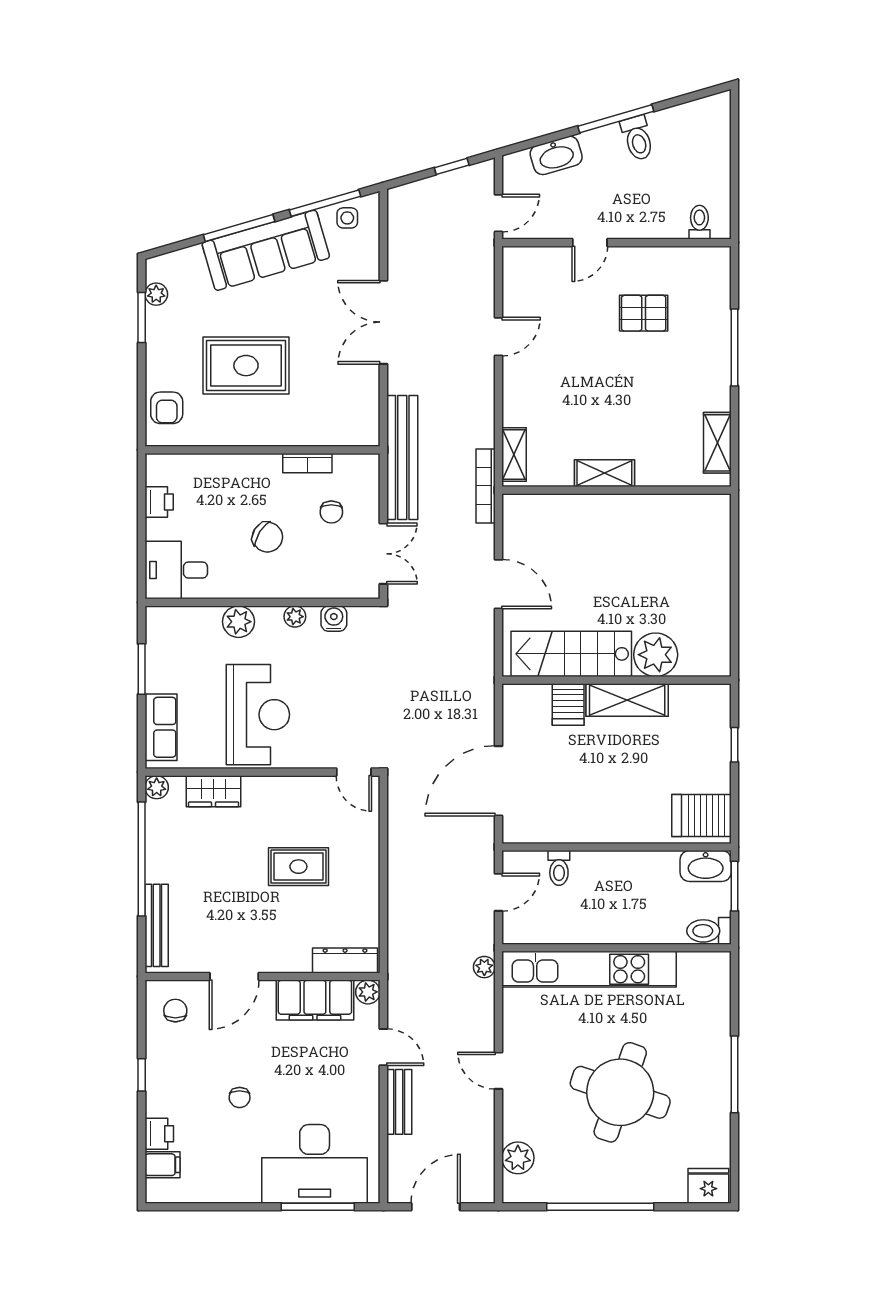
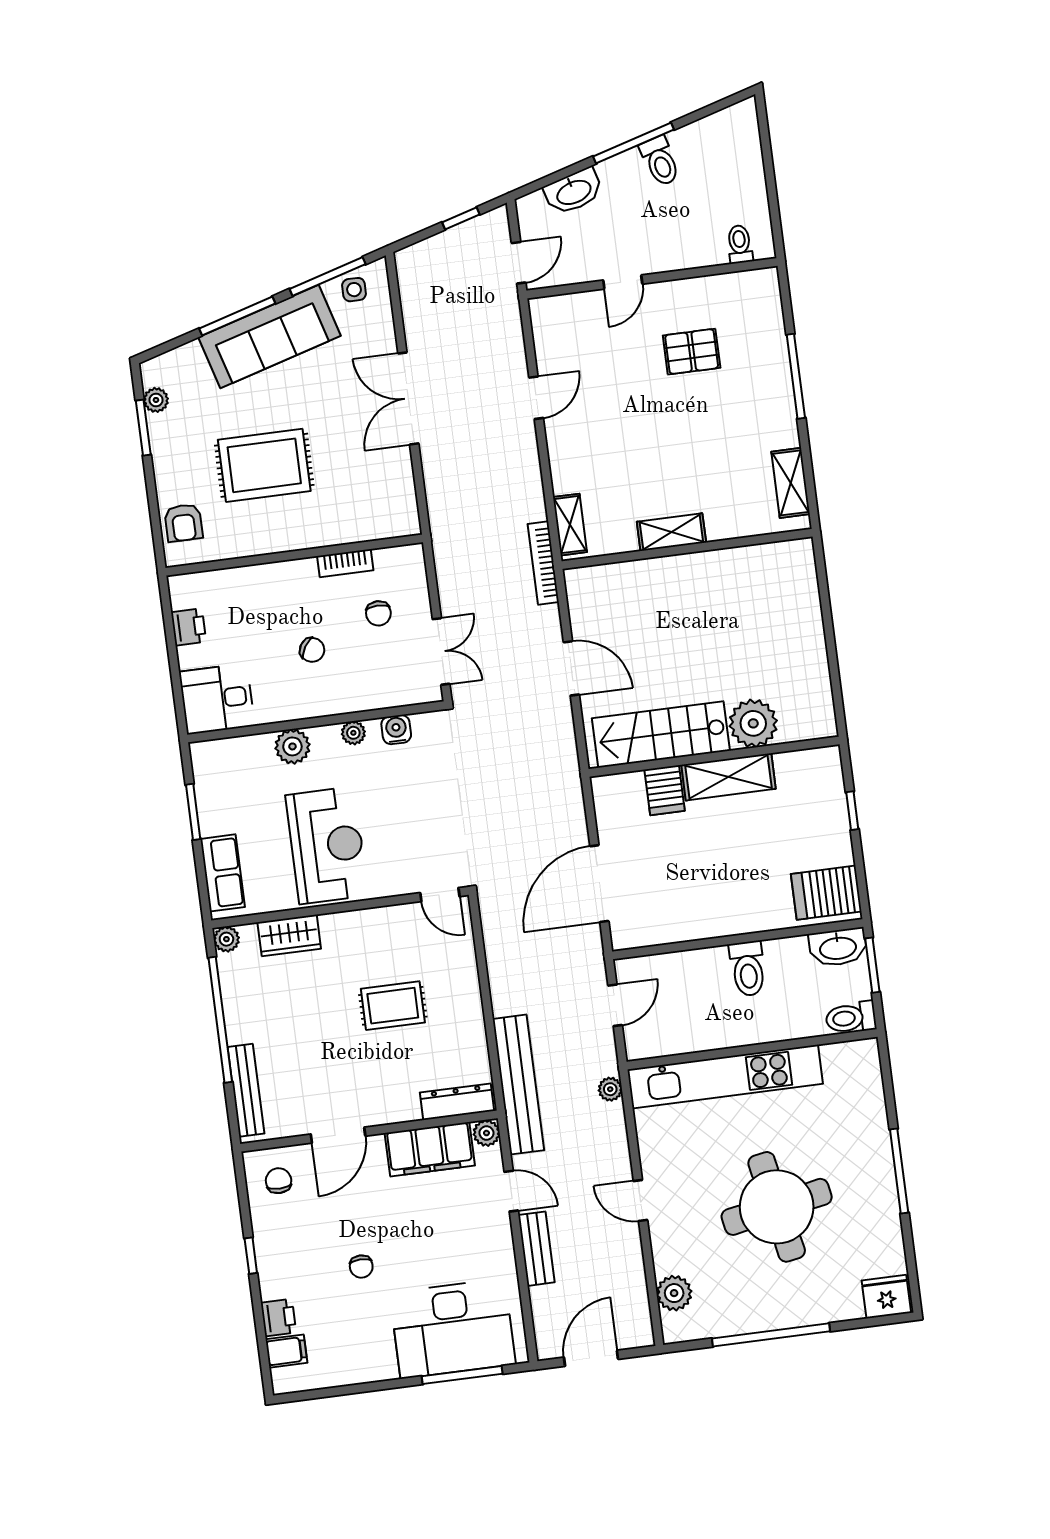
bench: (402, 458) -> (518, 1085), moved
chair: (267, 537) -> (312, 650), width x0.73, depth x0.73
toilet: (559, 868) -> (748, 969), moved, width x1.37, depth x1.39
round table: (620, 1092) -> (777, 1207), turned -30

